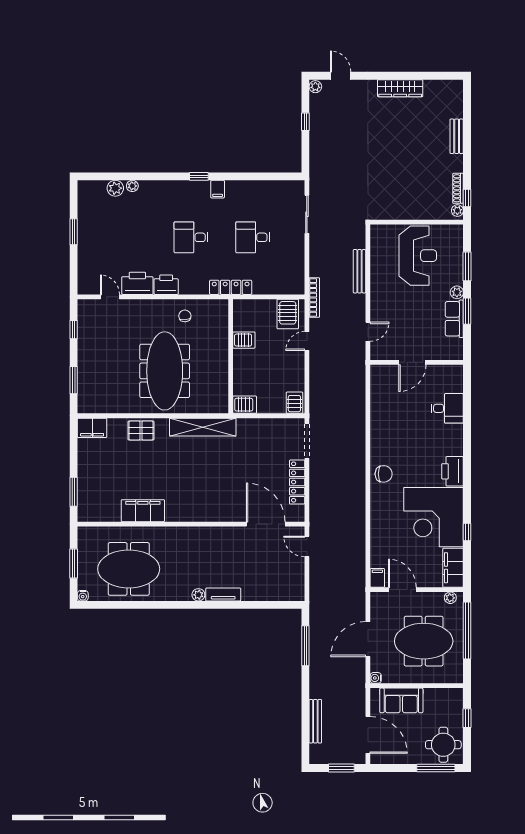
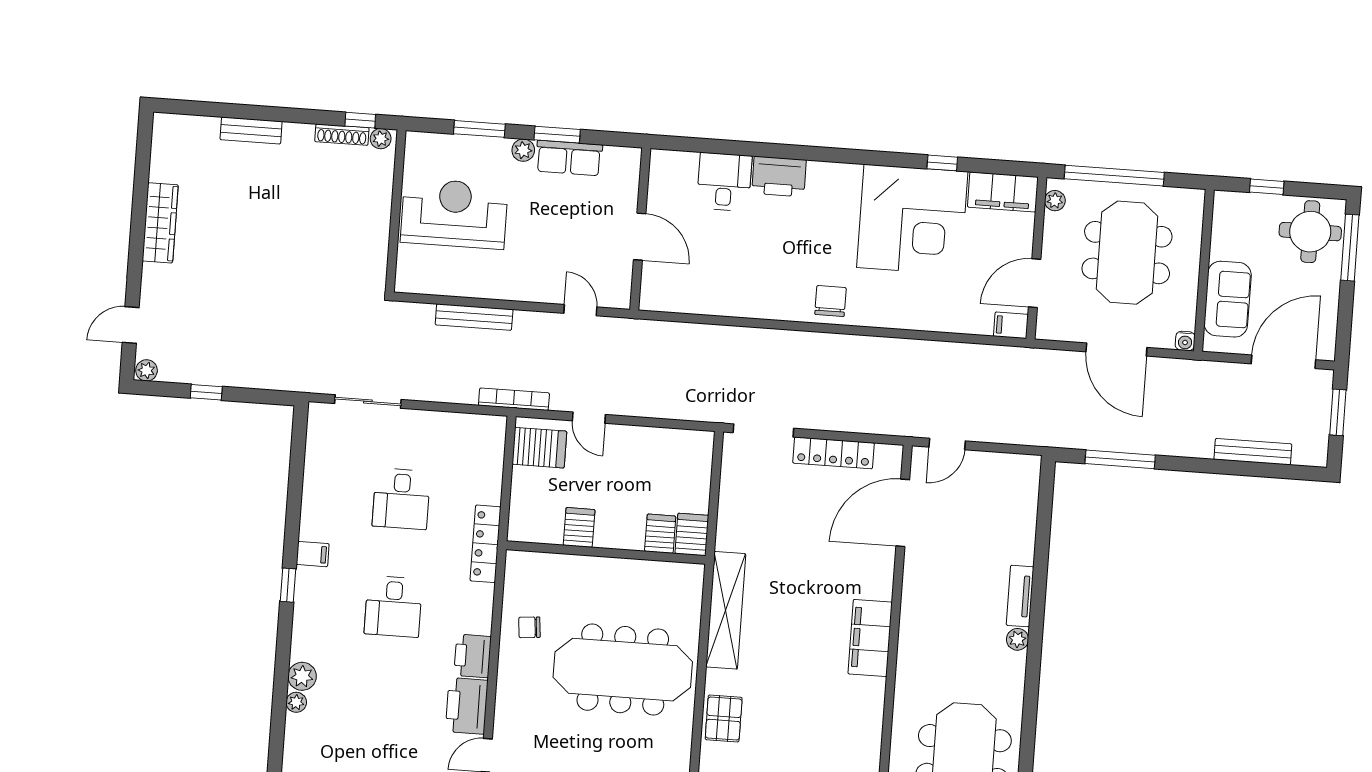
plant: (115, 188) -> (302, 676), moved
server rack: (294, 403) -> (660, 534), moved, turned 90
printer: (453, 471) -> (779, 176), moved
filing cabinet: (143, 511) -> (870, 638), moved

